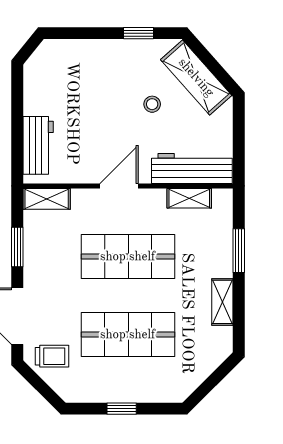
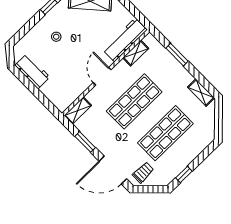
stool: (152, 104) -> (56, 37), moved
workbench: (38, 145) -> (32, 71), moved
shelving: (222, 302) -> (201, 93), moved
window: (122, 409) -> (184, 175), moved

